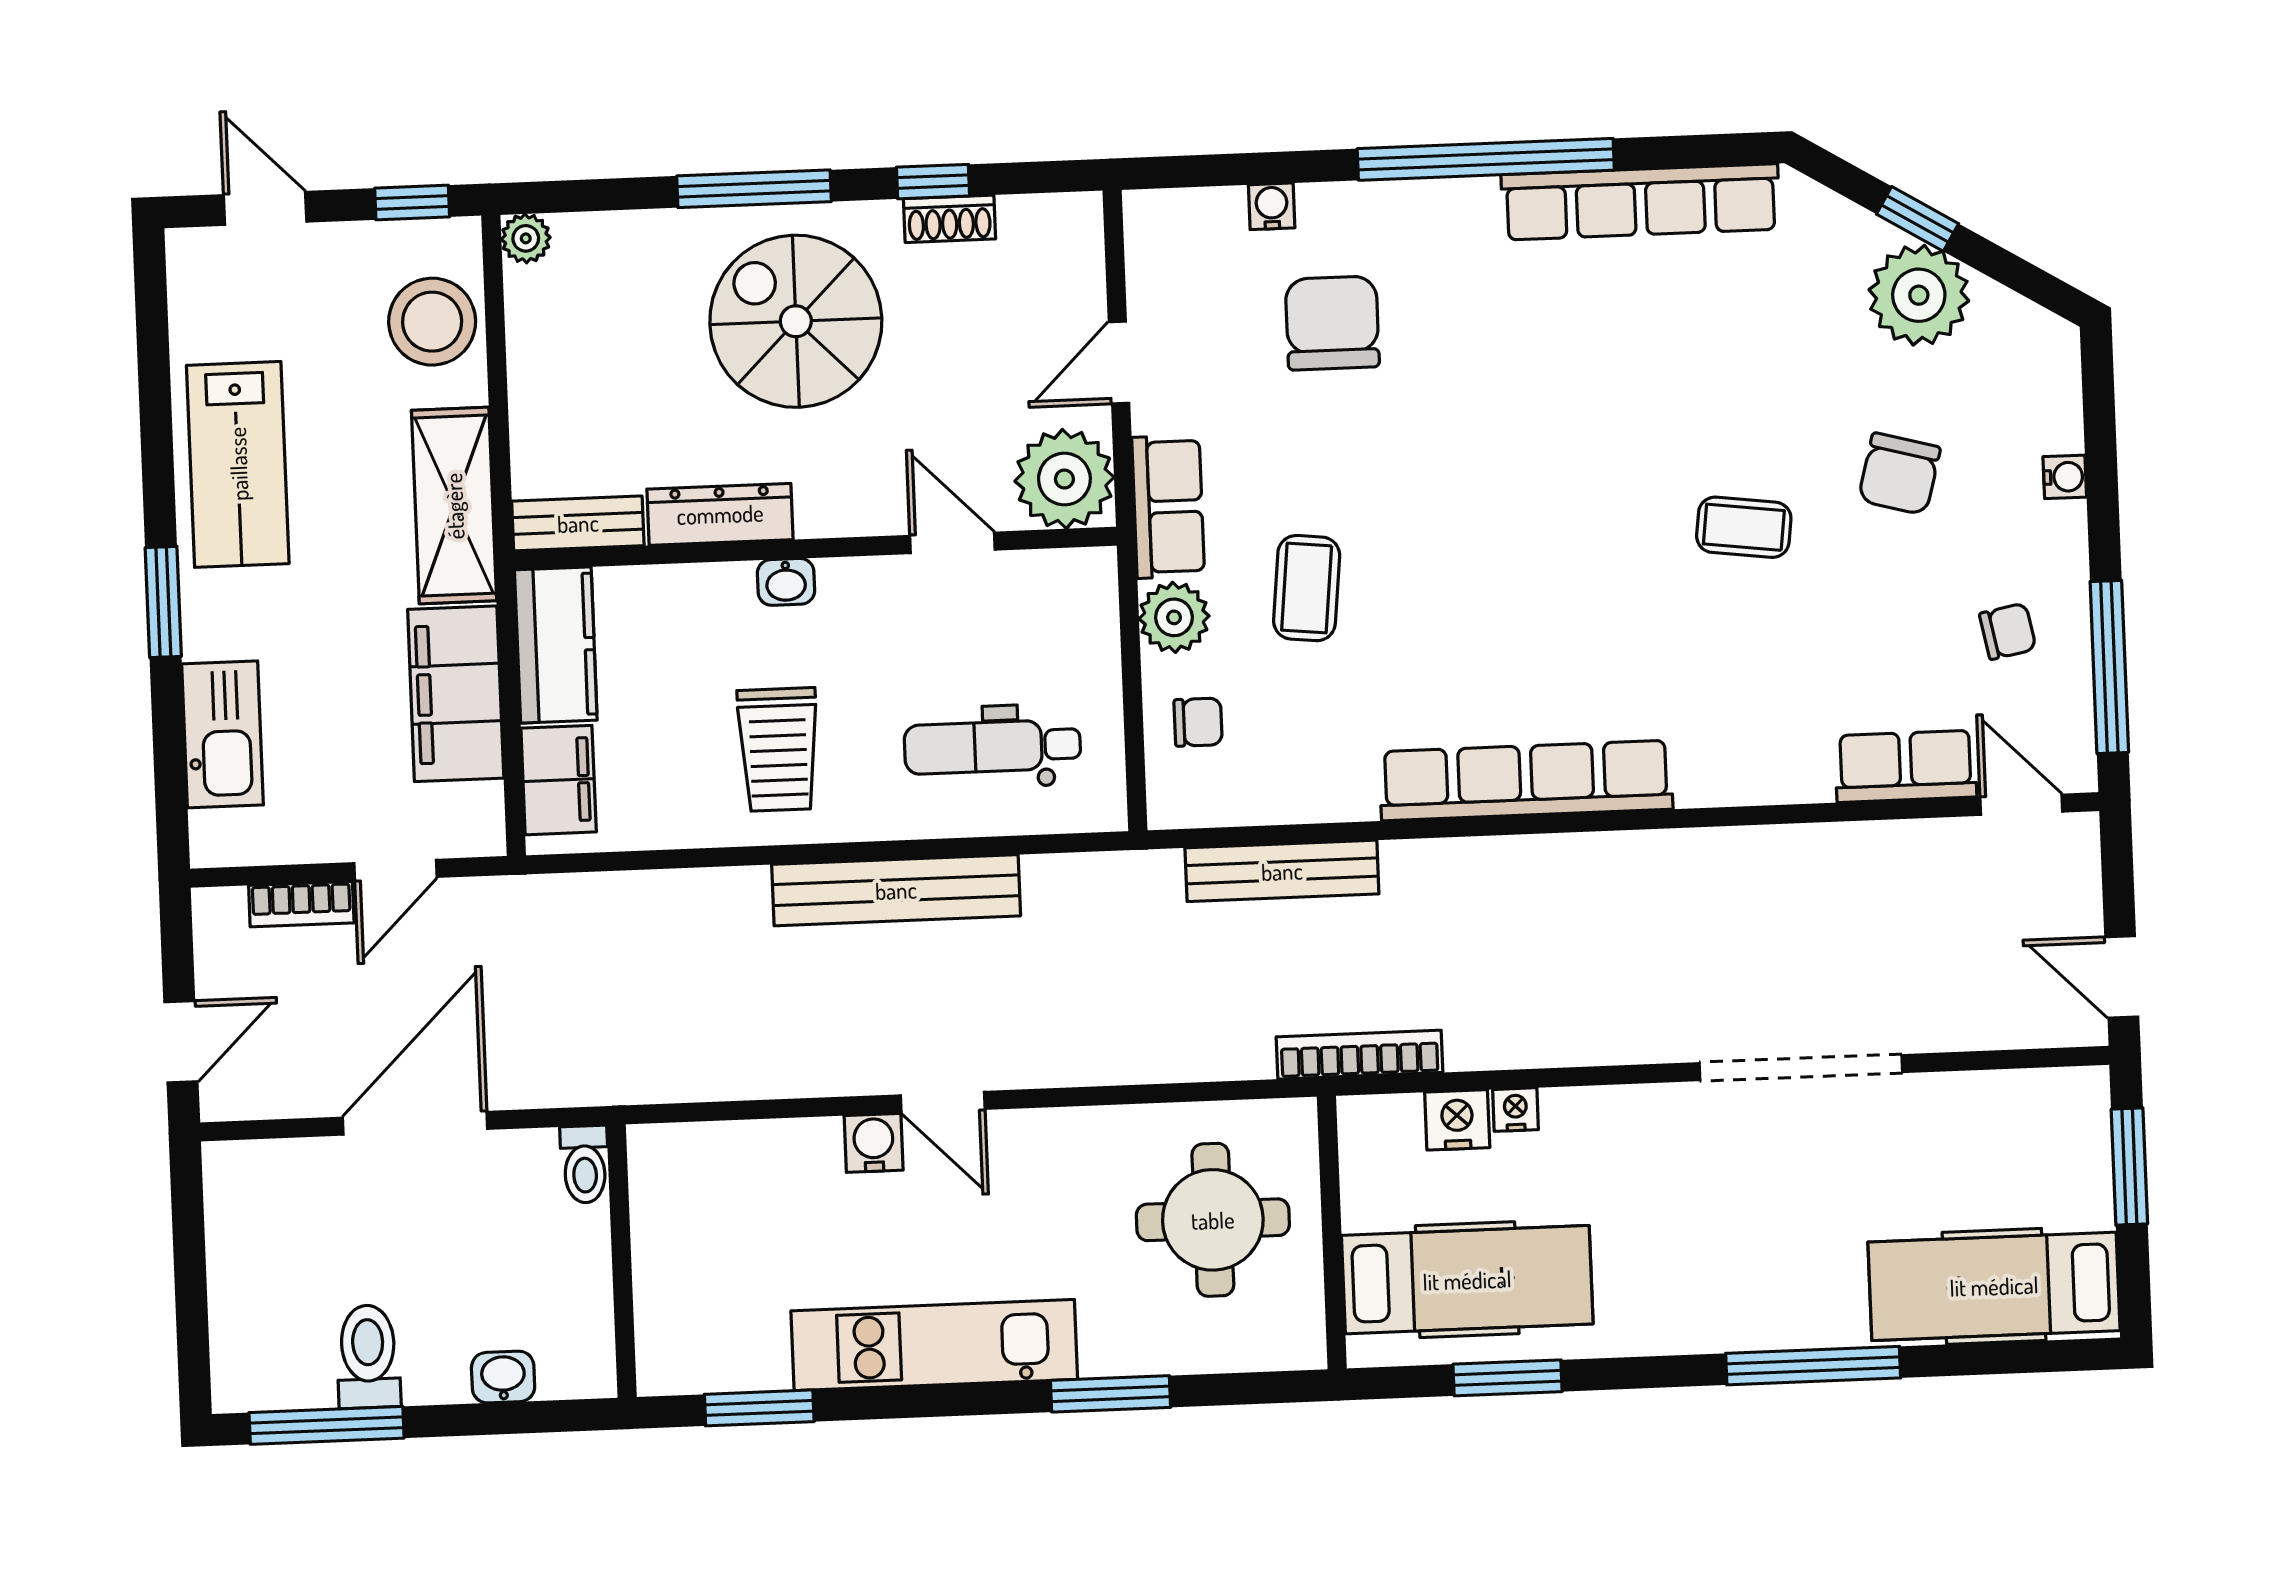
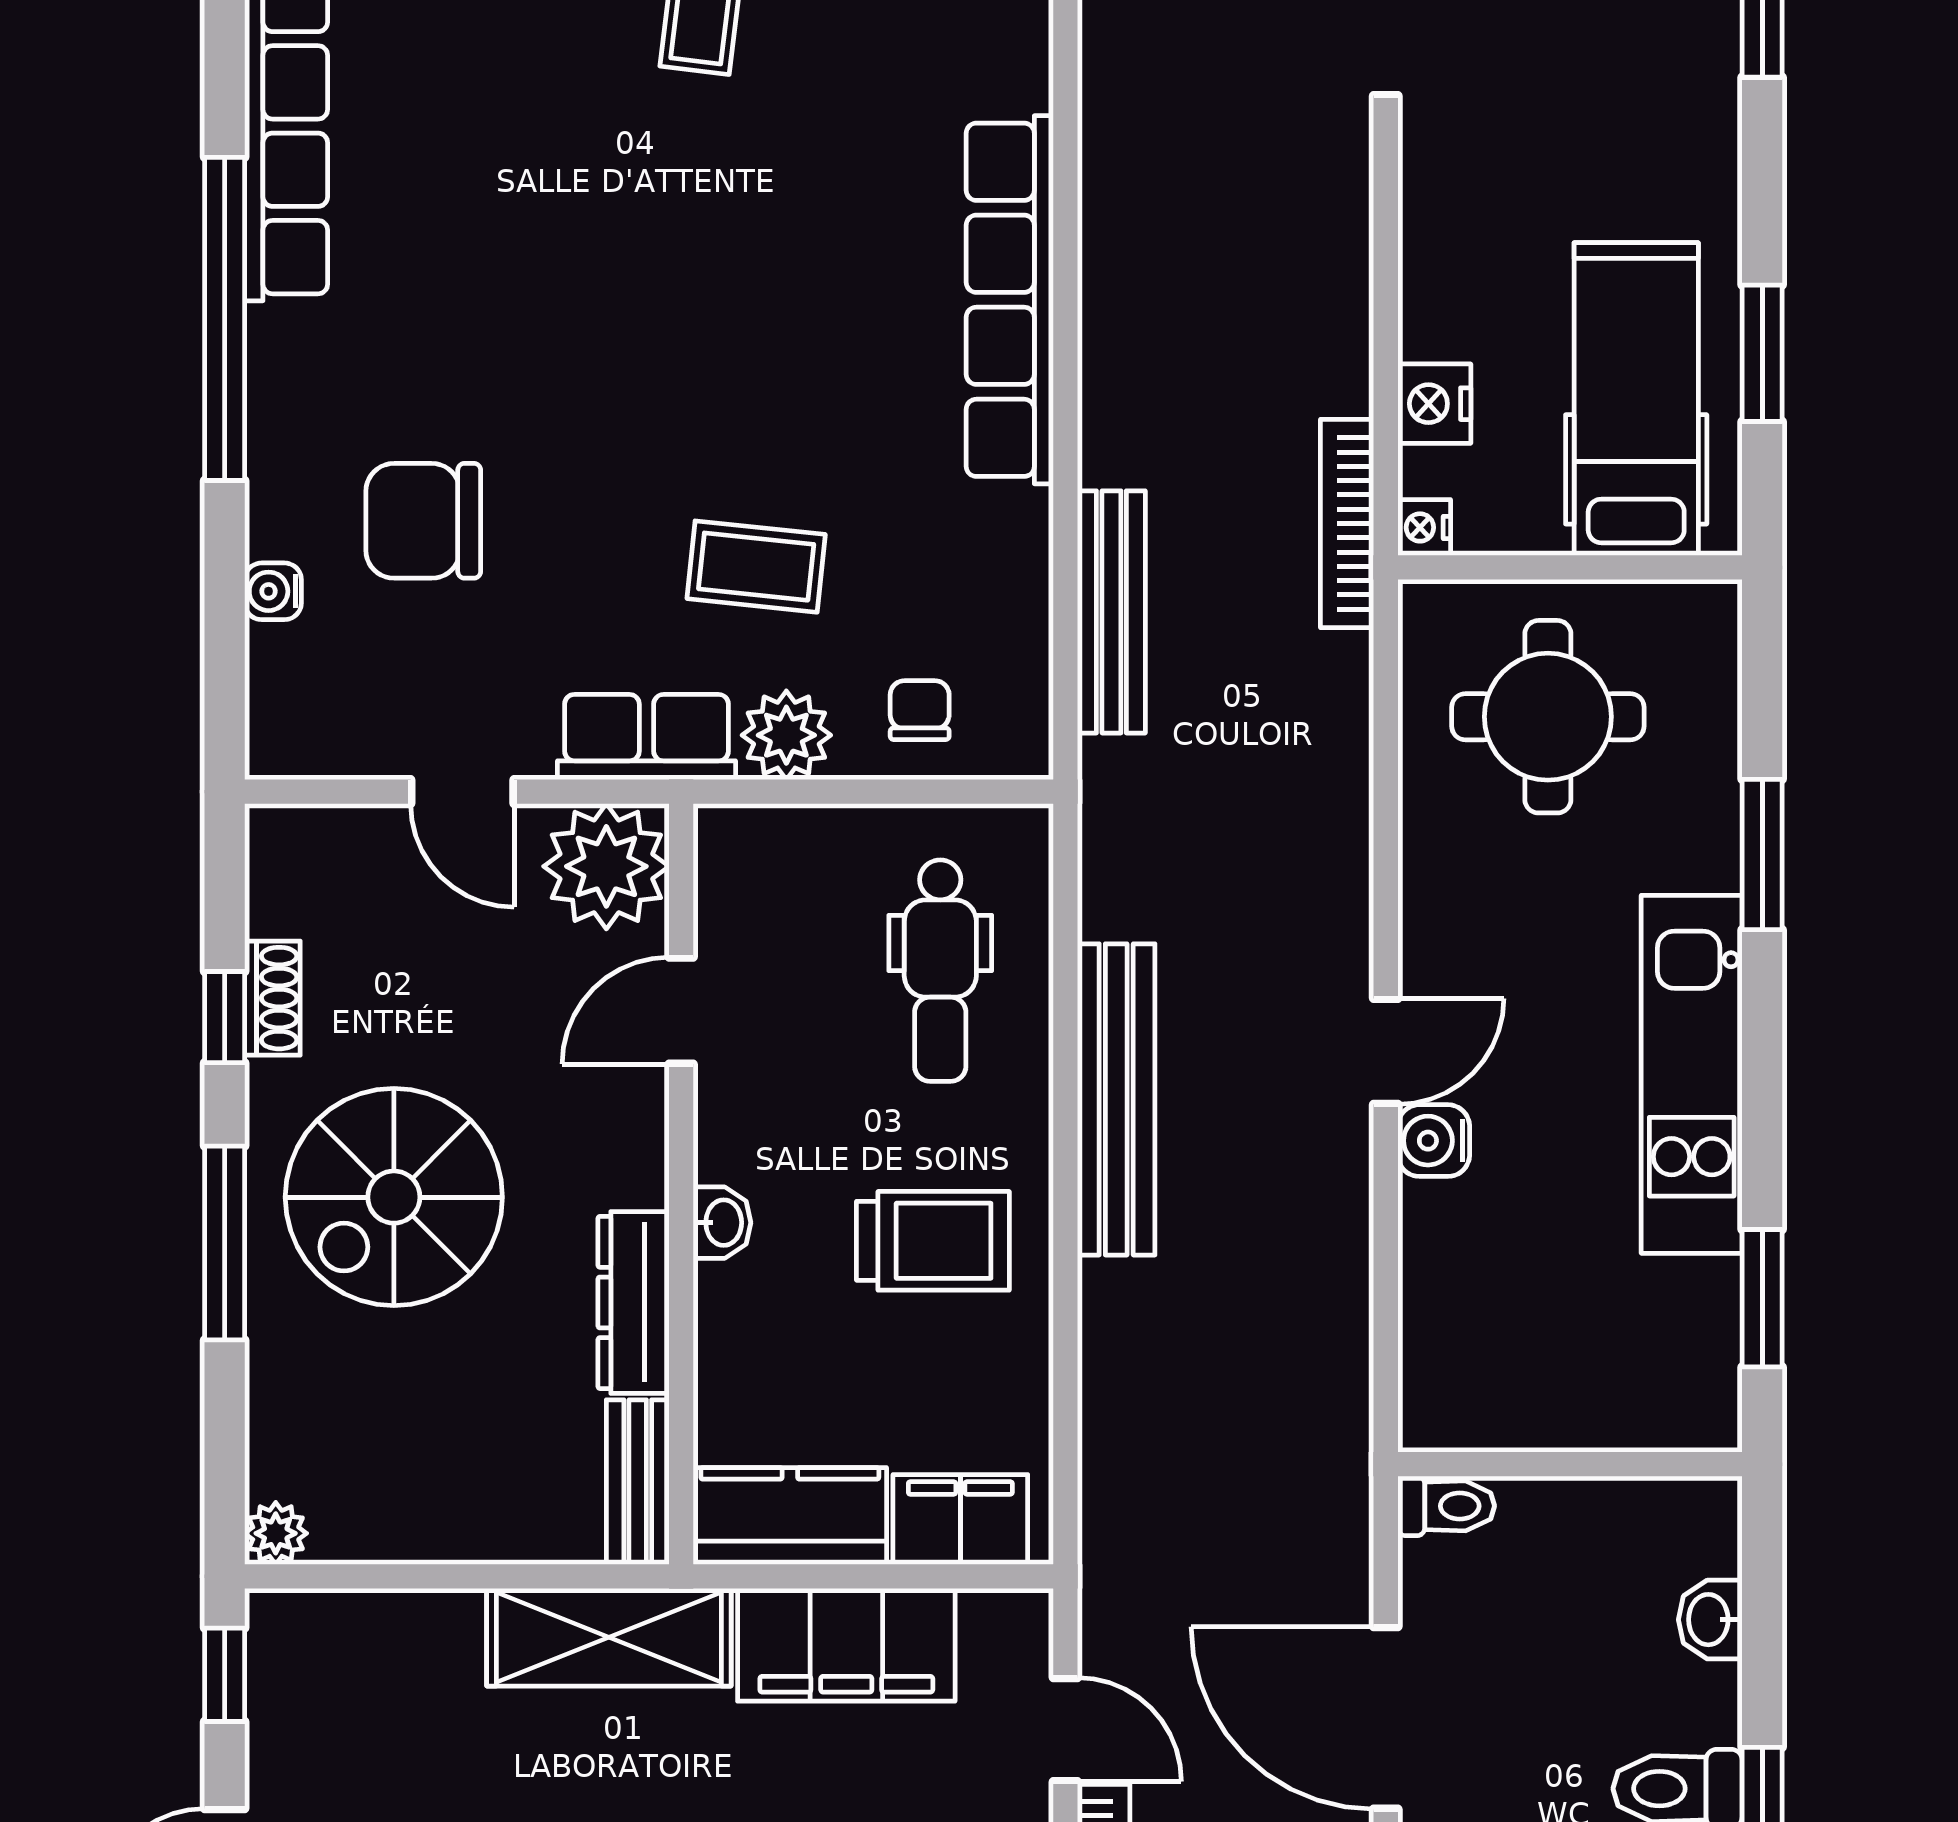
stool: (432, 322) -> (376, 1656), removed
nightstand: (1515, 1110) -> (1424, 527), moved

